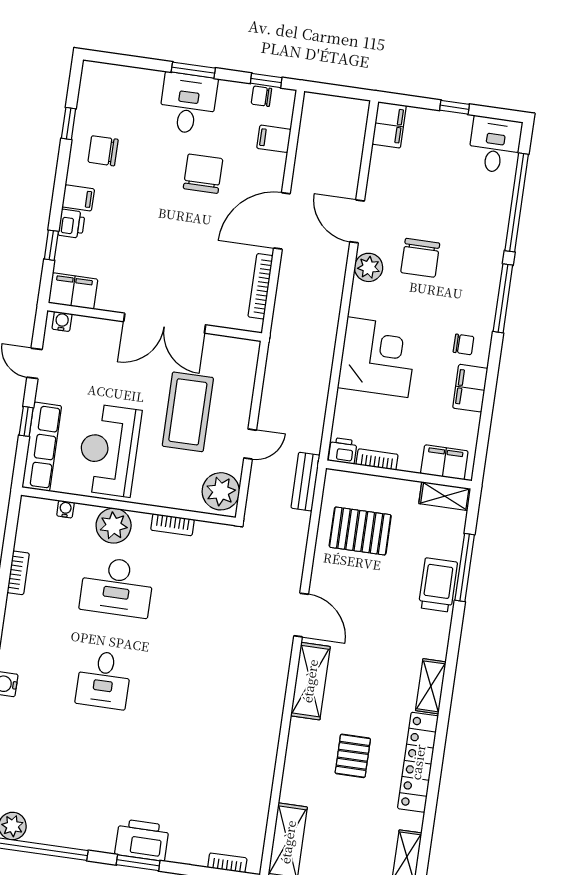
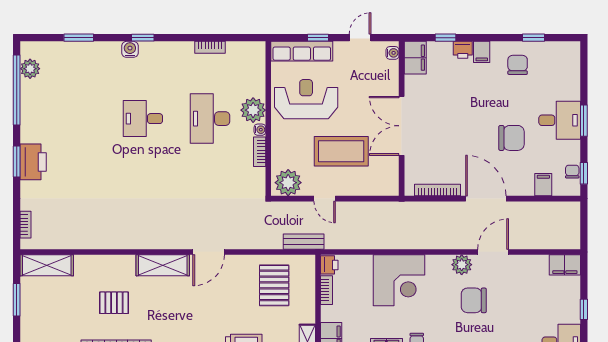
water cooler: (65, 509) -> (260, 130), moved

